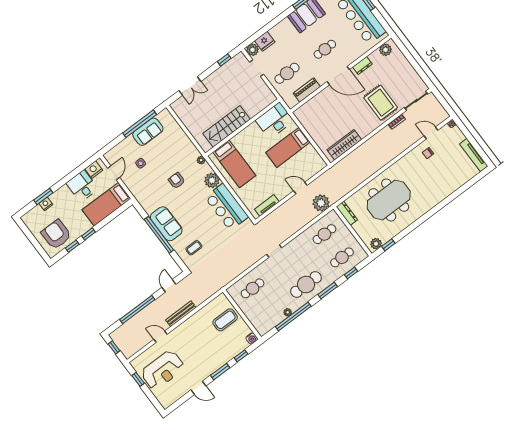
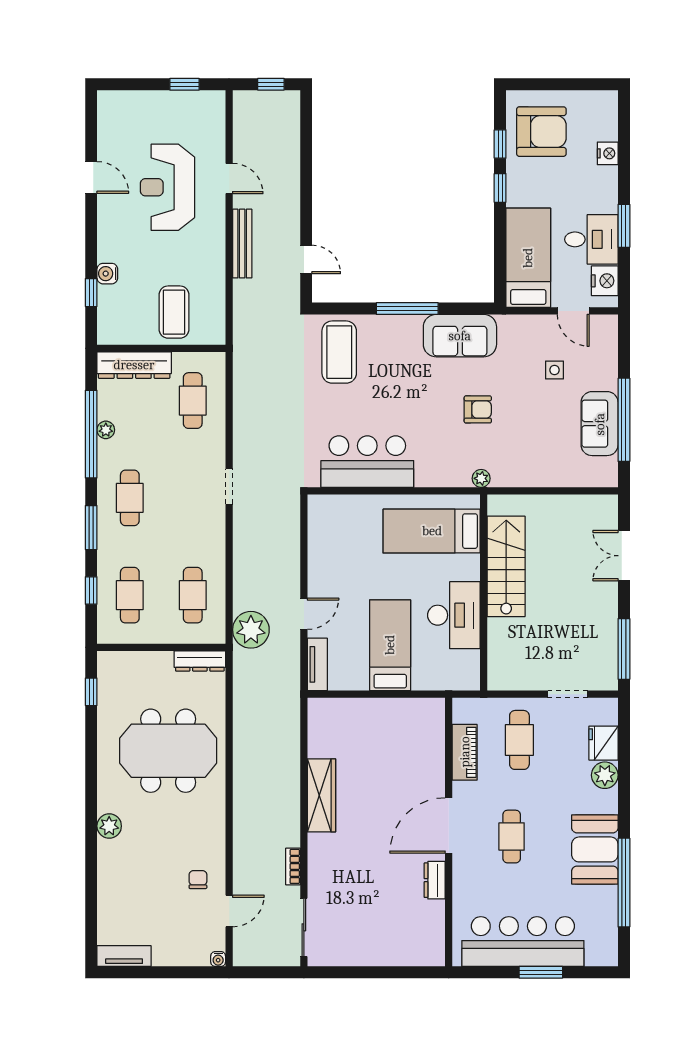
plant: (253, 50) -> (605, 775), moved
plant: (385, 50) -> (432, 941), removed
window: (224, 60) -> (624, 649), width x2.17
rug: (381, 103) -> (347, 864), removed
desk: (275, 120) -> (454, 615), moved
wardrobe: (344, 145) -> (321, 795), moved
tv unit: (474, 155) -> (124, 956), width x0.71
plant: (212, 180) -> (432, 471), removed
window: (43, 196) -> (624, 226), moved
meeting table: (389, 200) -> (168, 751), turned 90
tv unit: (267, 205) -> (317, 664), moved
sofa: (166, 224) -> (460, 336), moved
window: (159, 235) -> (407, 309), width x0.68
plant: (376, 244) -> (109, 826), moved
coffee table: (194, 248) -> (339, 352), width x1.86, depth x1.72
cafe table: (306, 284) -> (130, 498), width x0.73, depth x0.74
window: (137, 310) -> (306, 174), removed
dresser: (256, 320) -> (134, 365), added
door: (160, 337) -> (229, 178), hinge flipped
water cooler: (252, 338) -> (107, 274), moved
reception desk: (163, 370) -> (168, 187), moved
window: (220, 372) -> (91, 236), removed
door: (198, 388) -> (91, 177), swing flipped

